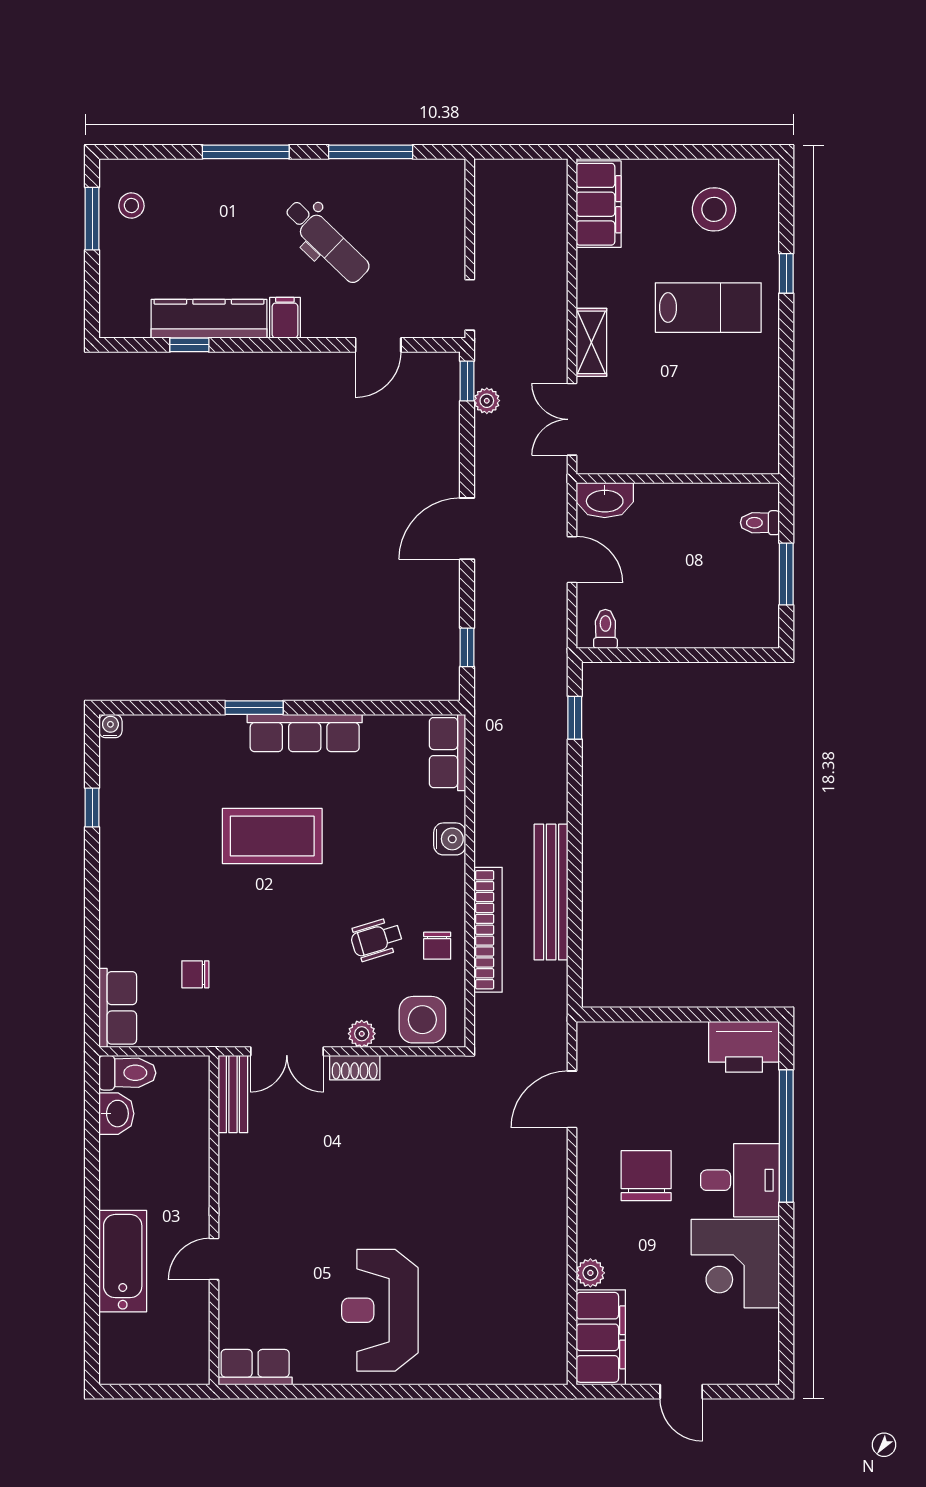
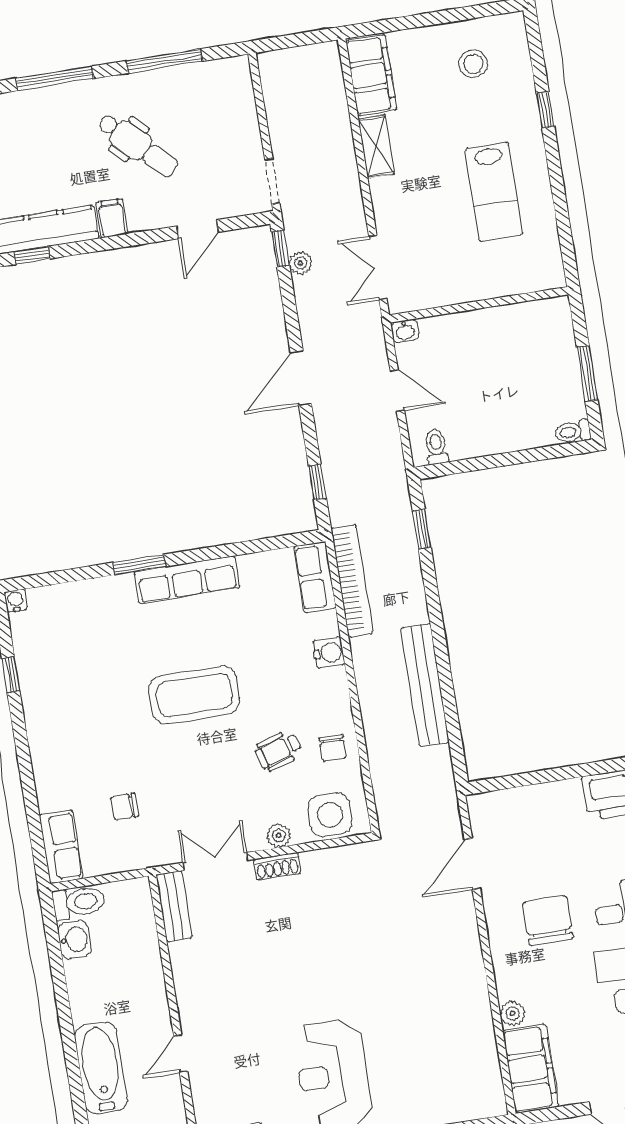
stool: (714, 209) -> (473, 64), width x0.73, depth x0.73
lab bench: (708, 308) -> (494, 192), moved, turned 90
shelving: (591, 342) -> (376, 146), moved
washbasin: (605, 500) -> (405, 331), width x0.52, depth x0.69
toilet: (760, 523) -> (573, 432), moved
coffee table: (272, 836) -> (194, 695), moved
bookcase: (488, 930) -> (352, 581), moved
double door: (287, 1051) -> (216, 861), swing flipped

